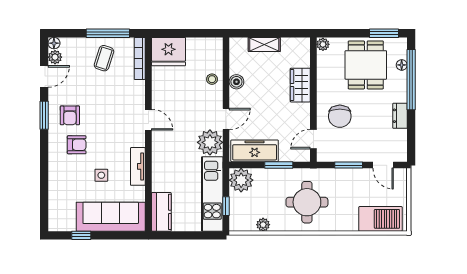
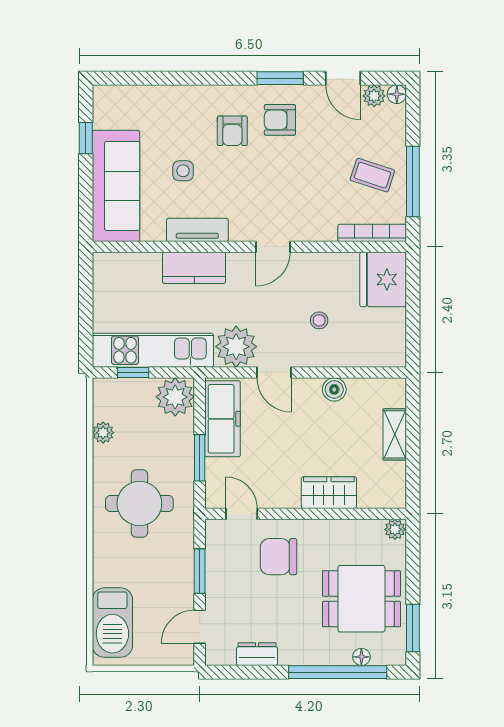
stool: (212, 79) -> (319, 320), moved
dresser: (400, 116) -> (257, 654), moved
kitchen counter: (161, 212) -> (194, 268), moved

